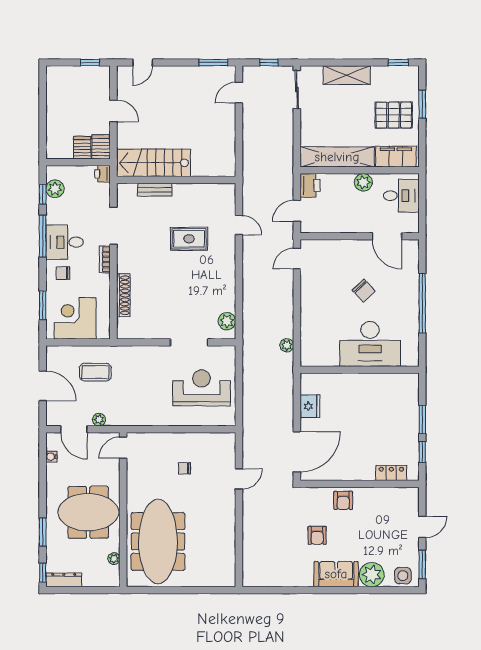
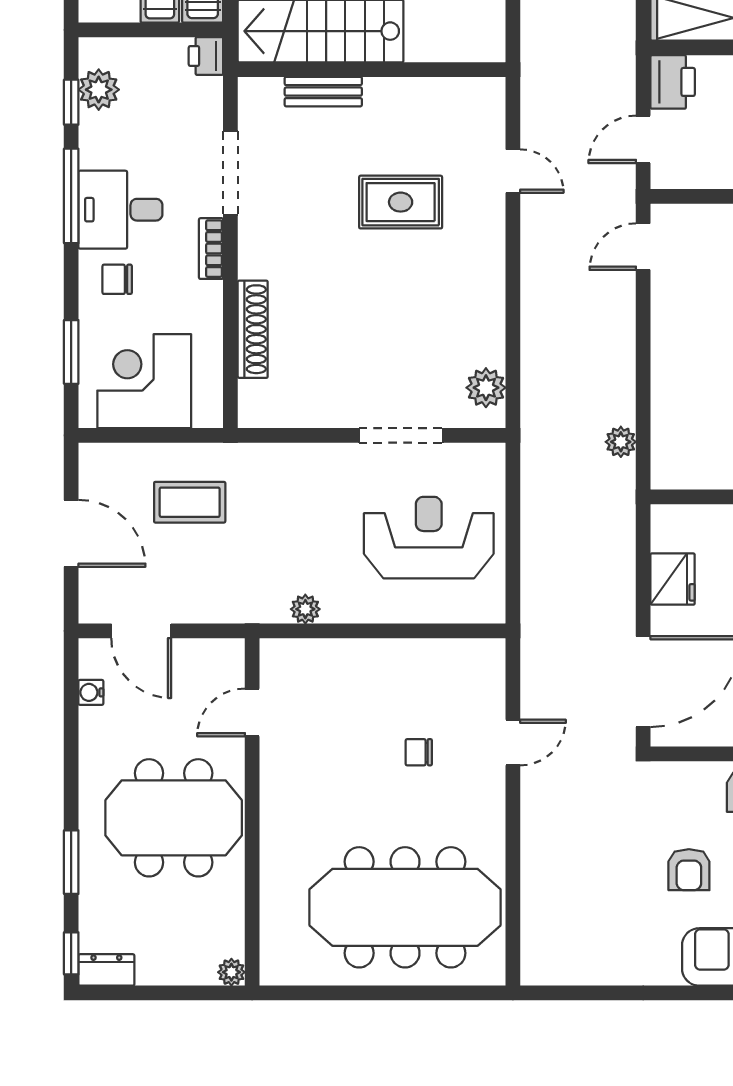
plant: (99, 420) -> (305, 609), moved
door: (123, 448) -> (252, 712), moved
chair: (185, 468) -> (419, 752), moved
meeting table: (158, 541) -> (405, 907), moved, turned 90
plant: (114, 559) -> (231, 972), moved
dresser: (64, 580) -> (106, 970), width x0.70

